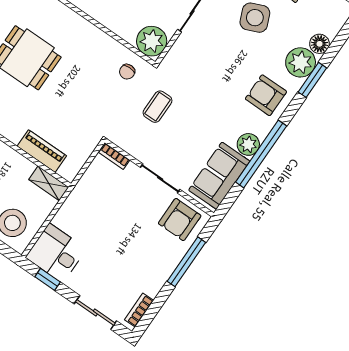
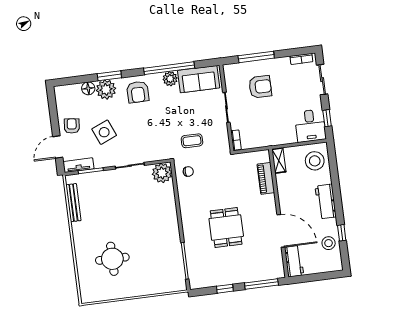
armchair: (180, 220) -> (260, 87), moved

